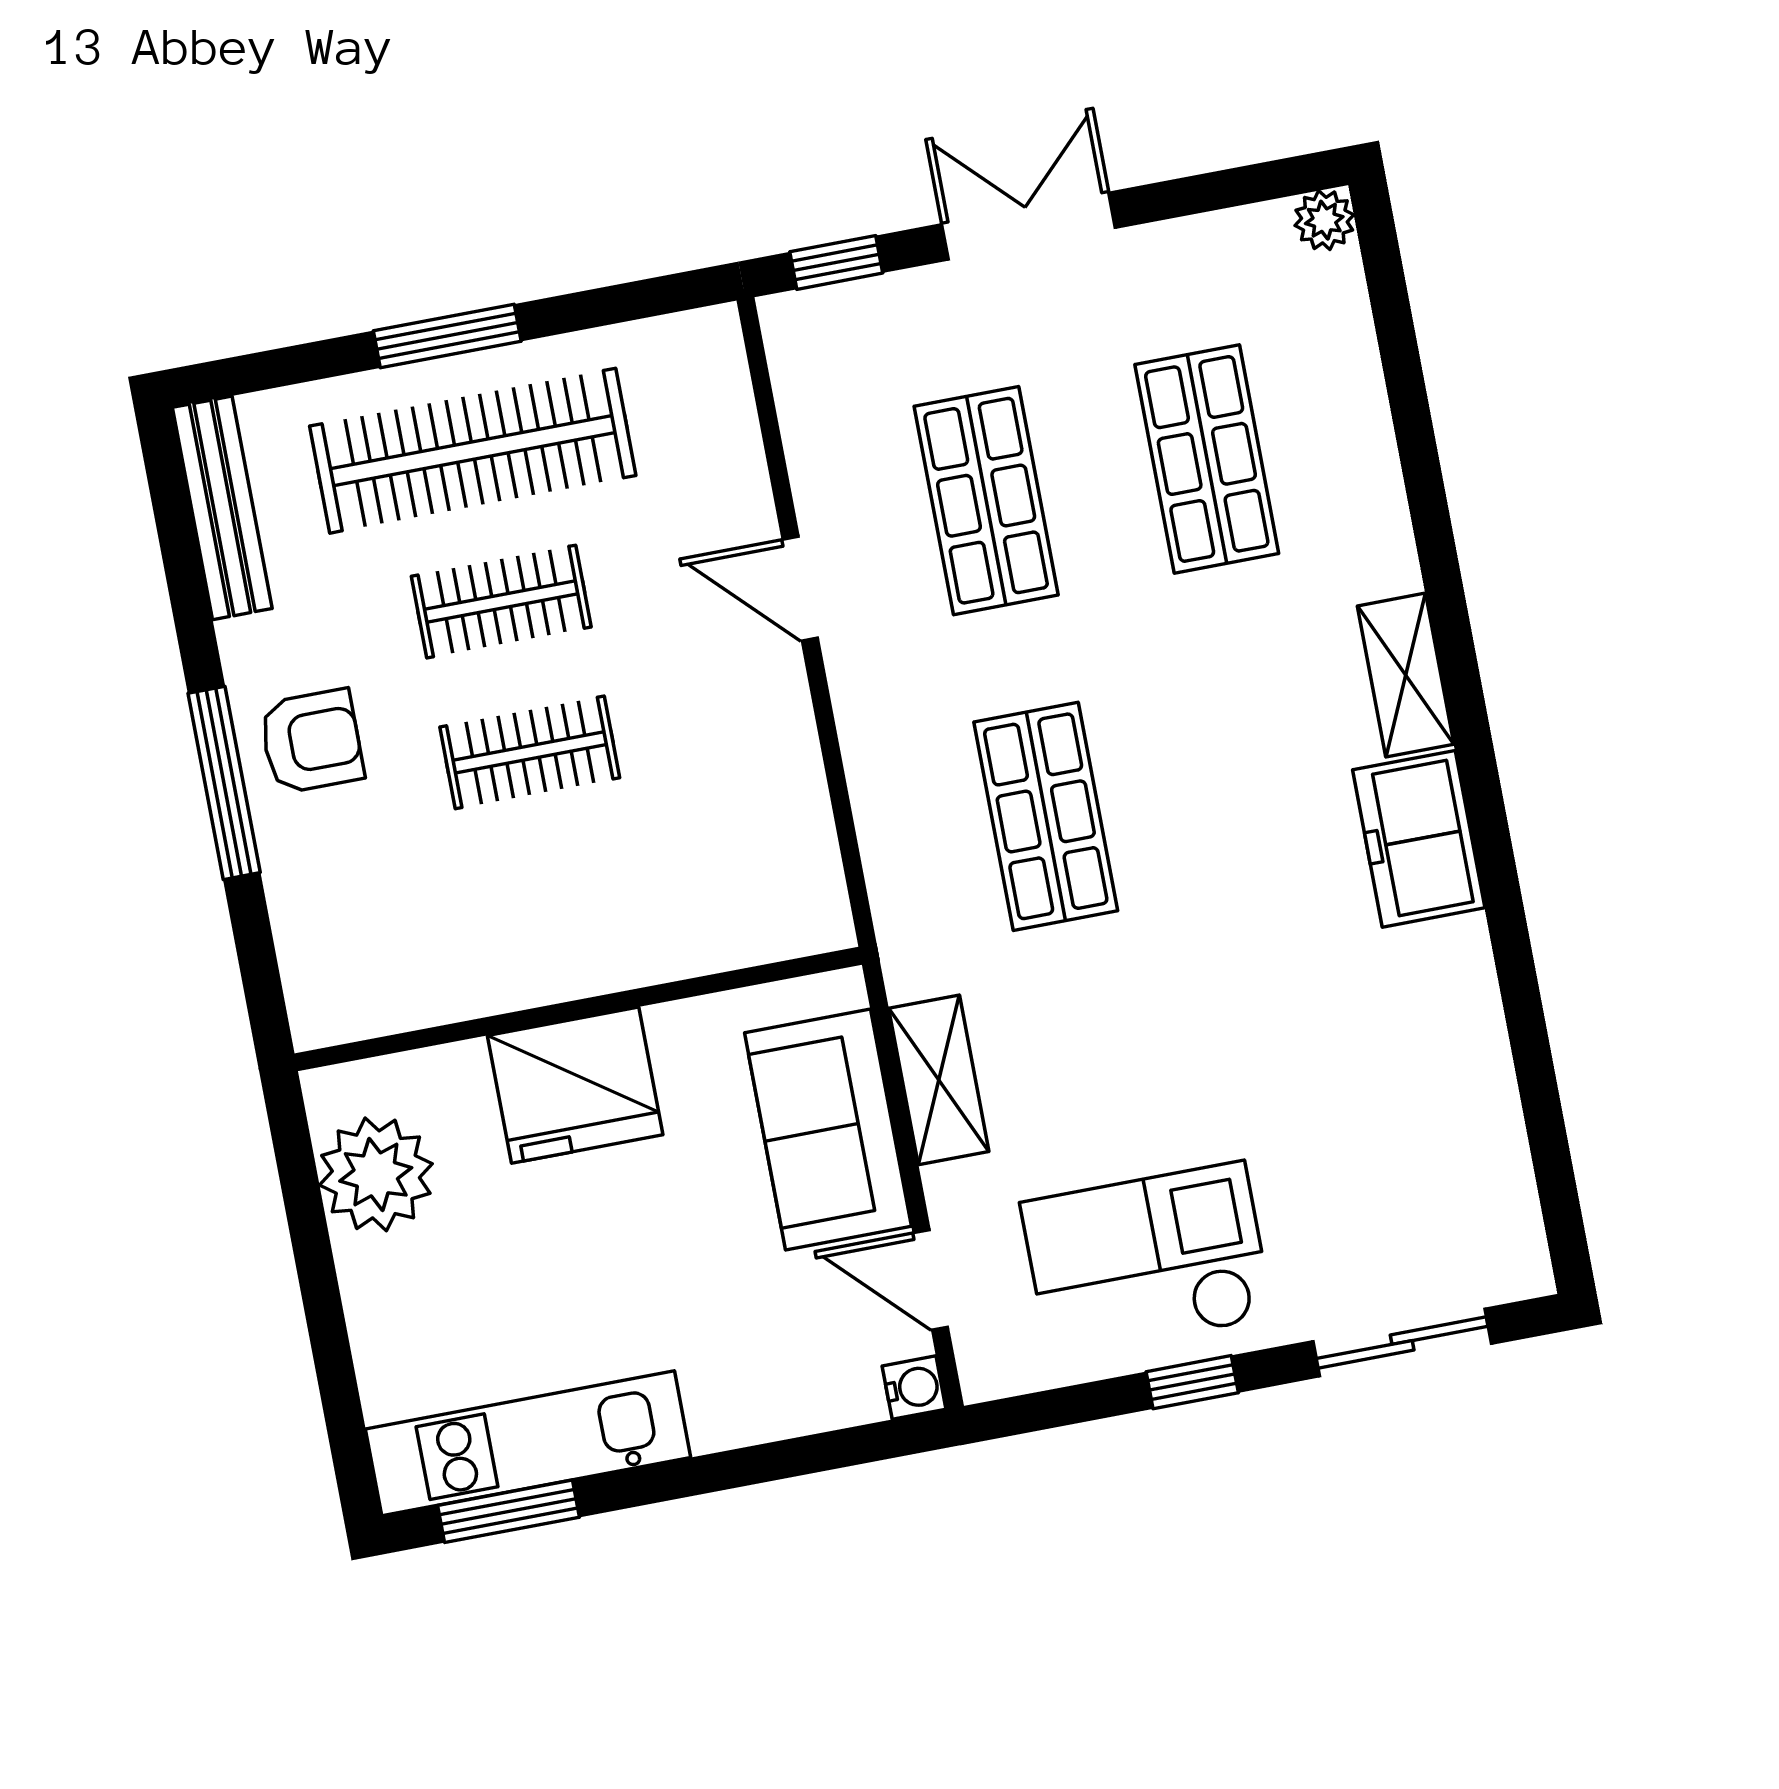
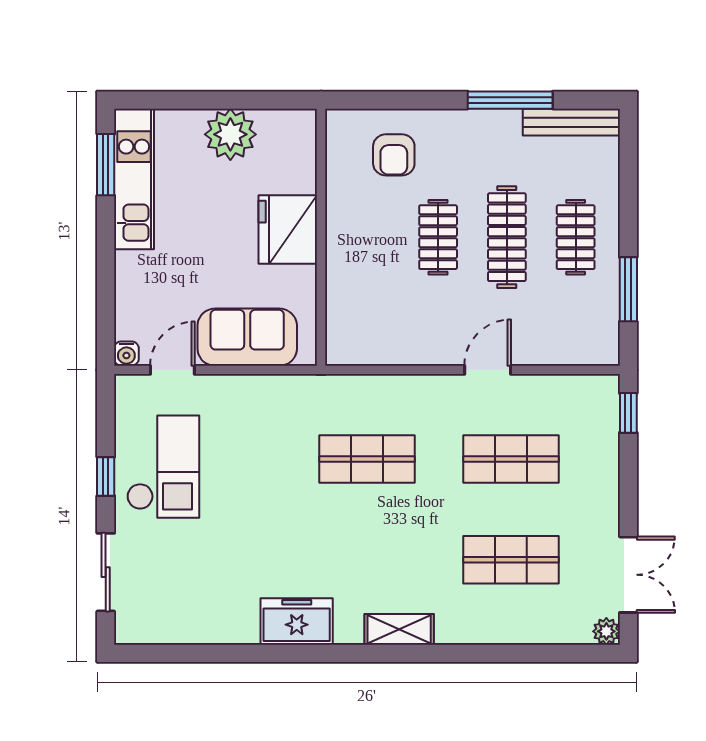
double door: (1029, 226) -> (628, 575), moved
window: (447, 336) -> (628, 289), moved
clothes rail: (473, 451) -> (576, 237), width x0.54, depth x0.76
clothes rail: (501, 602) -> (507, 237), width x1.36
armchair: (312, 741) -> (394, 155), moved
window: (224, 783) -> (510, 100), moved
freezer: (1419, 839) -> (297, 621), moved
shelving: (939, 1080) -> (260, 390), removed
plant: (376, 1174) -> (230, 134), moved

